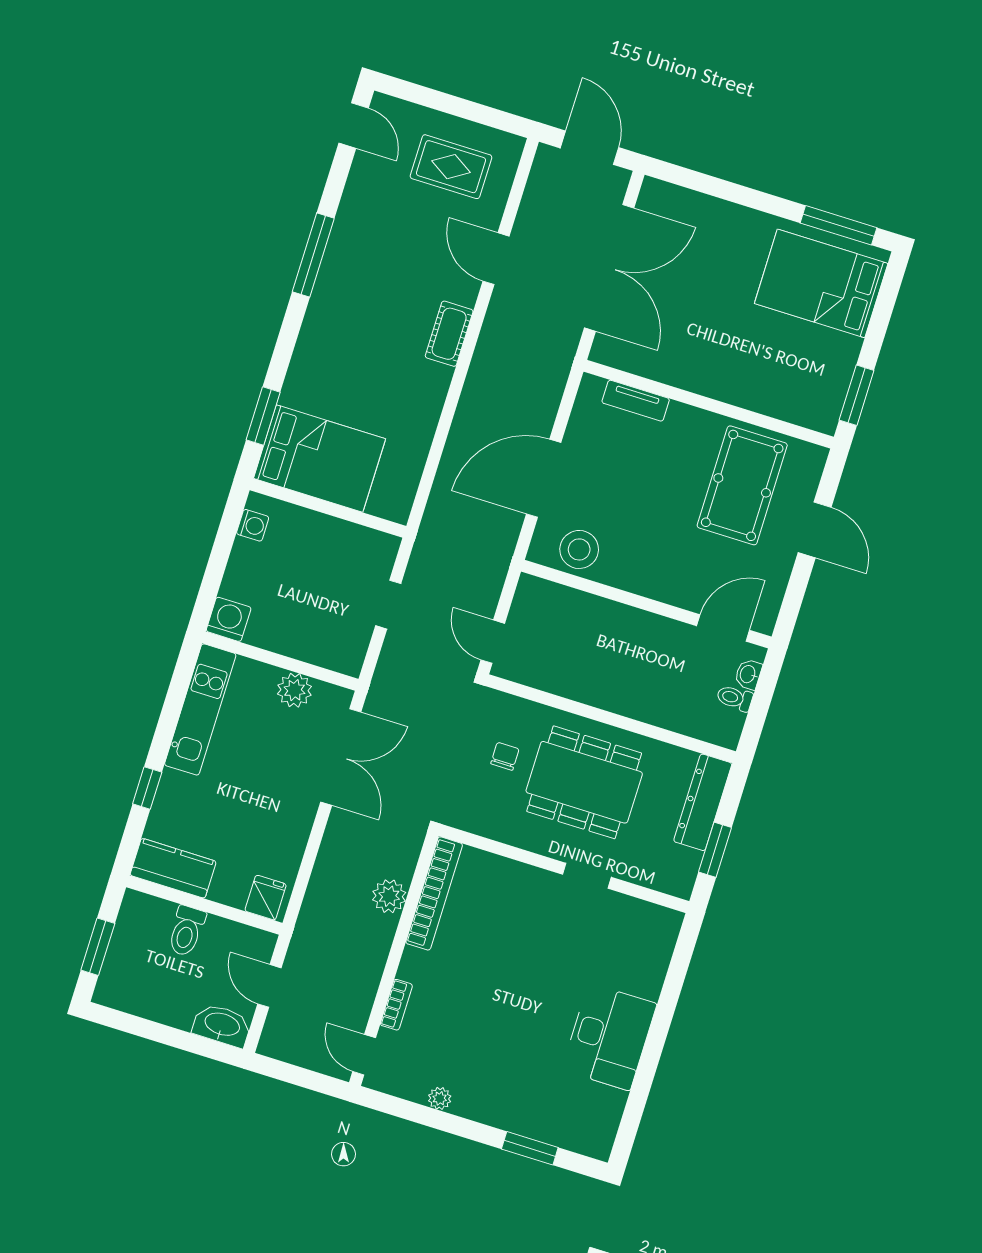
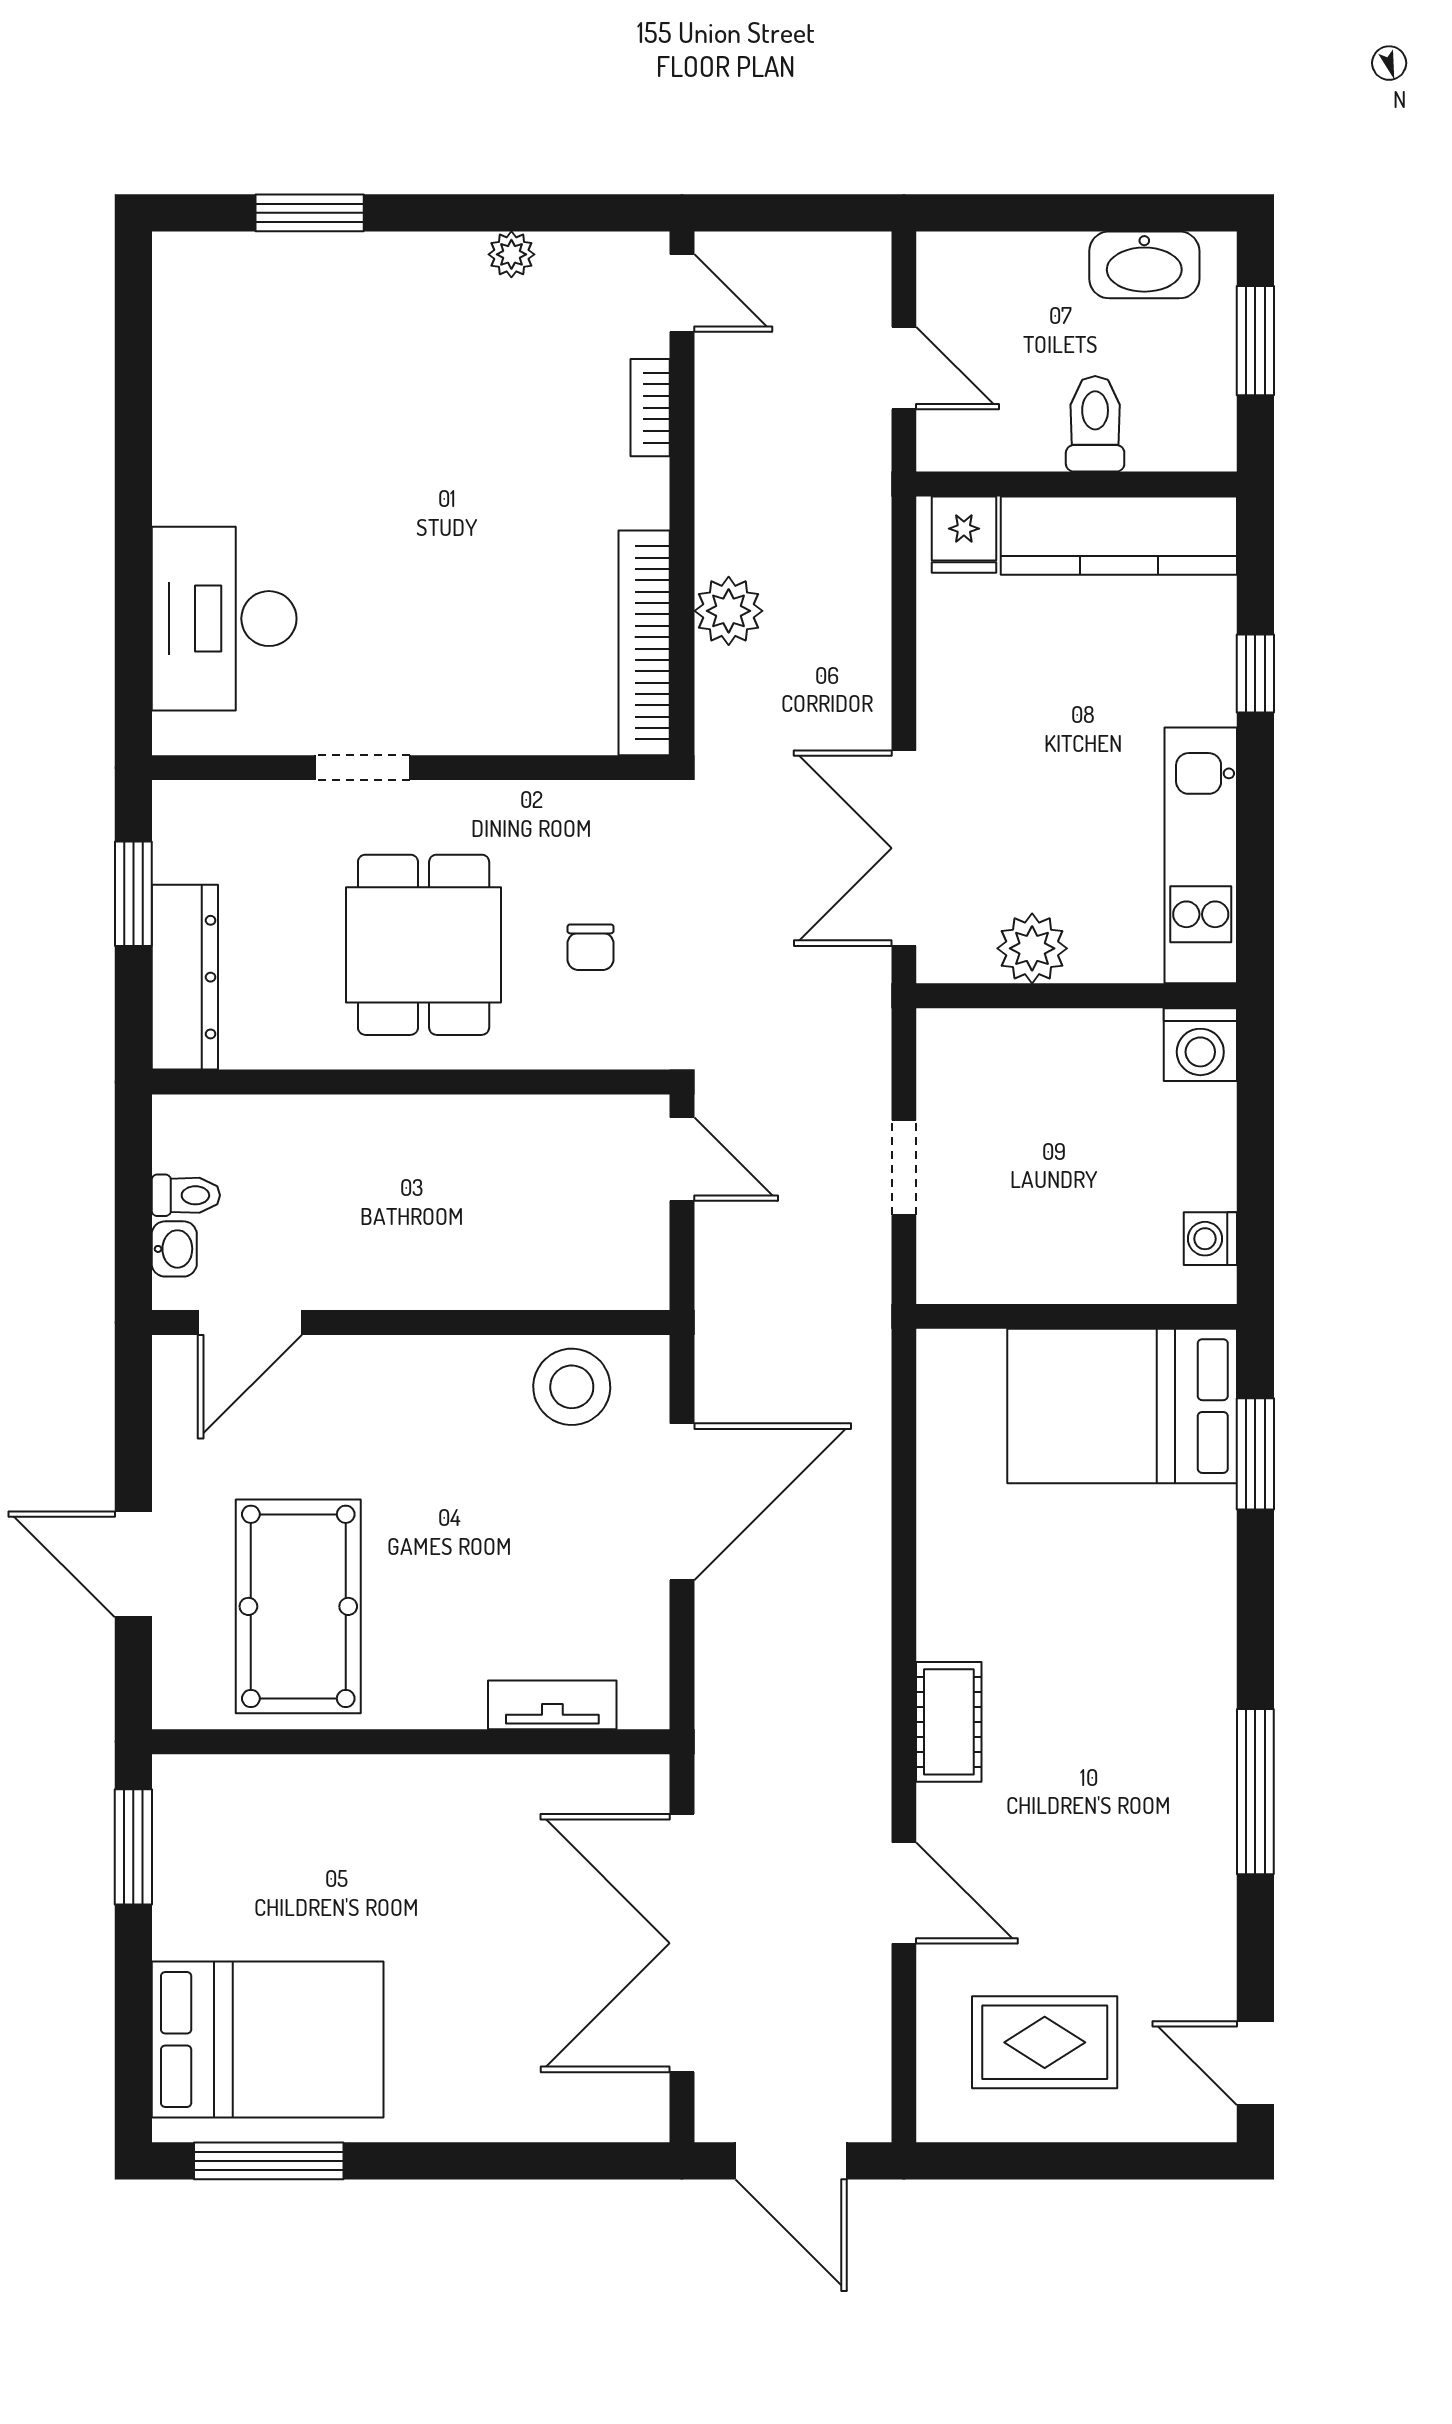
dining table: (584, 782) -> (424, 945), width x0.73
kitchen counter: (173, 868) -> (1119, 536), width x1.50
washbasin: (222, 1025) -> (1144, 265), moved
desk: (609, 1037) -> (224, 619), moved

